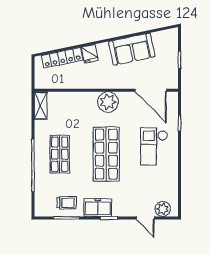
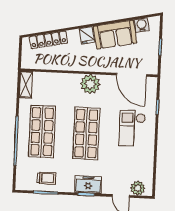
water cooler: (159, 38) -> (142, 25), added
fridge: (90, 54) -> (87, 35), moved
shop shelf: (60, 154) -> (42, 132), width x1.43, depth x1.36
freezer: (98, 208) -> (88, 185), moved

